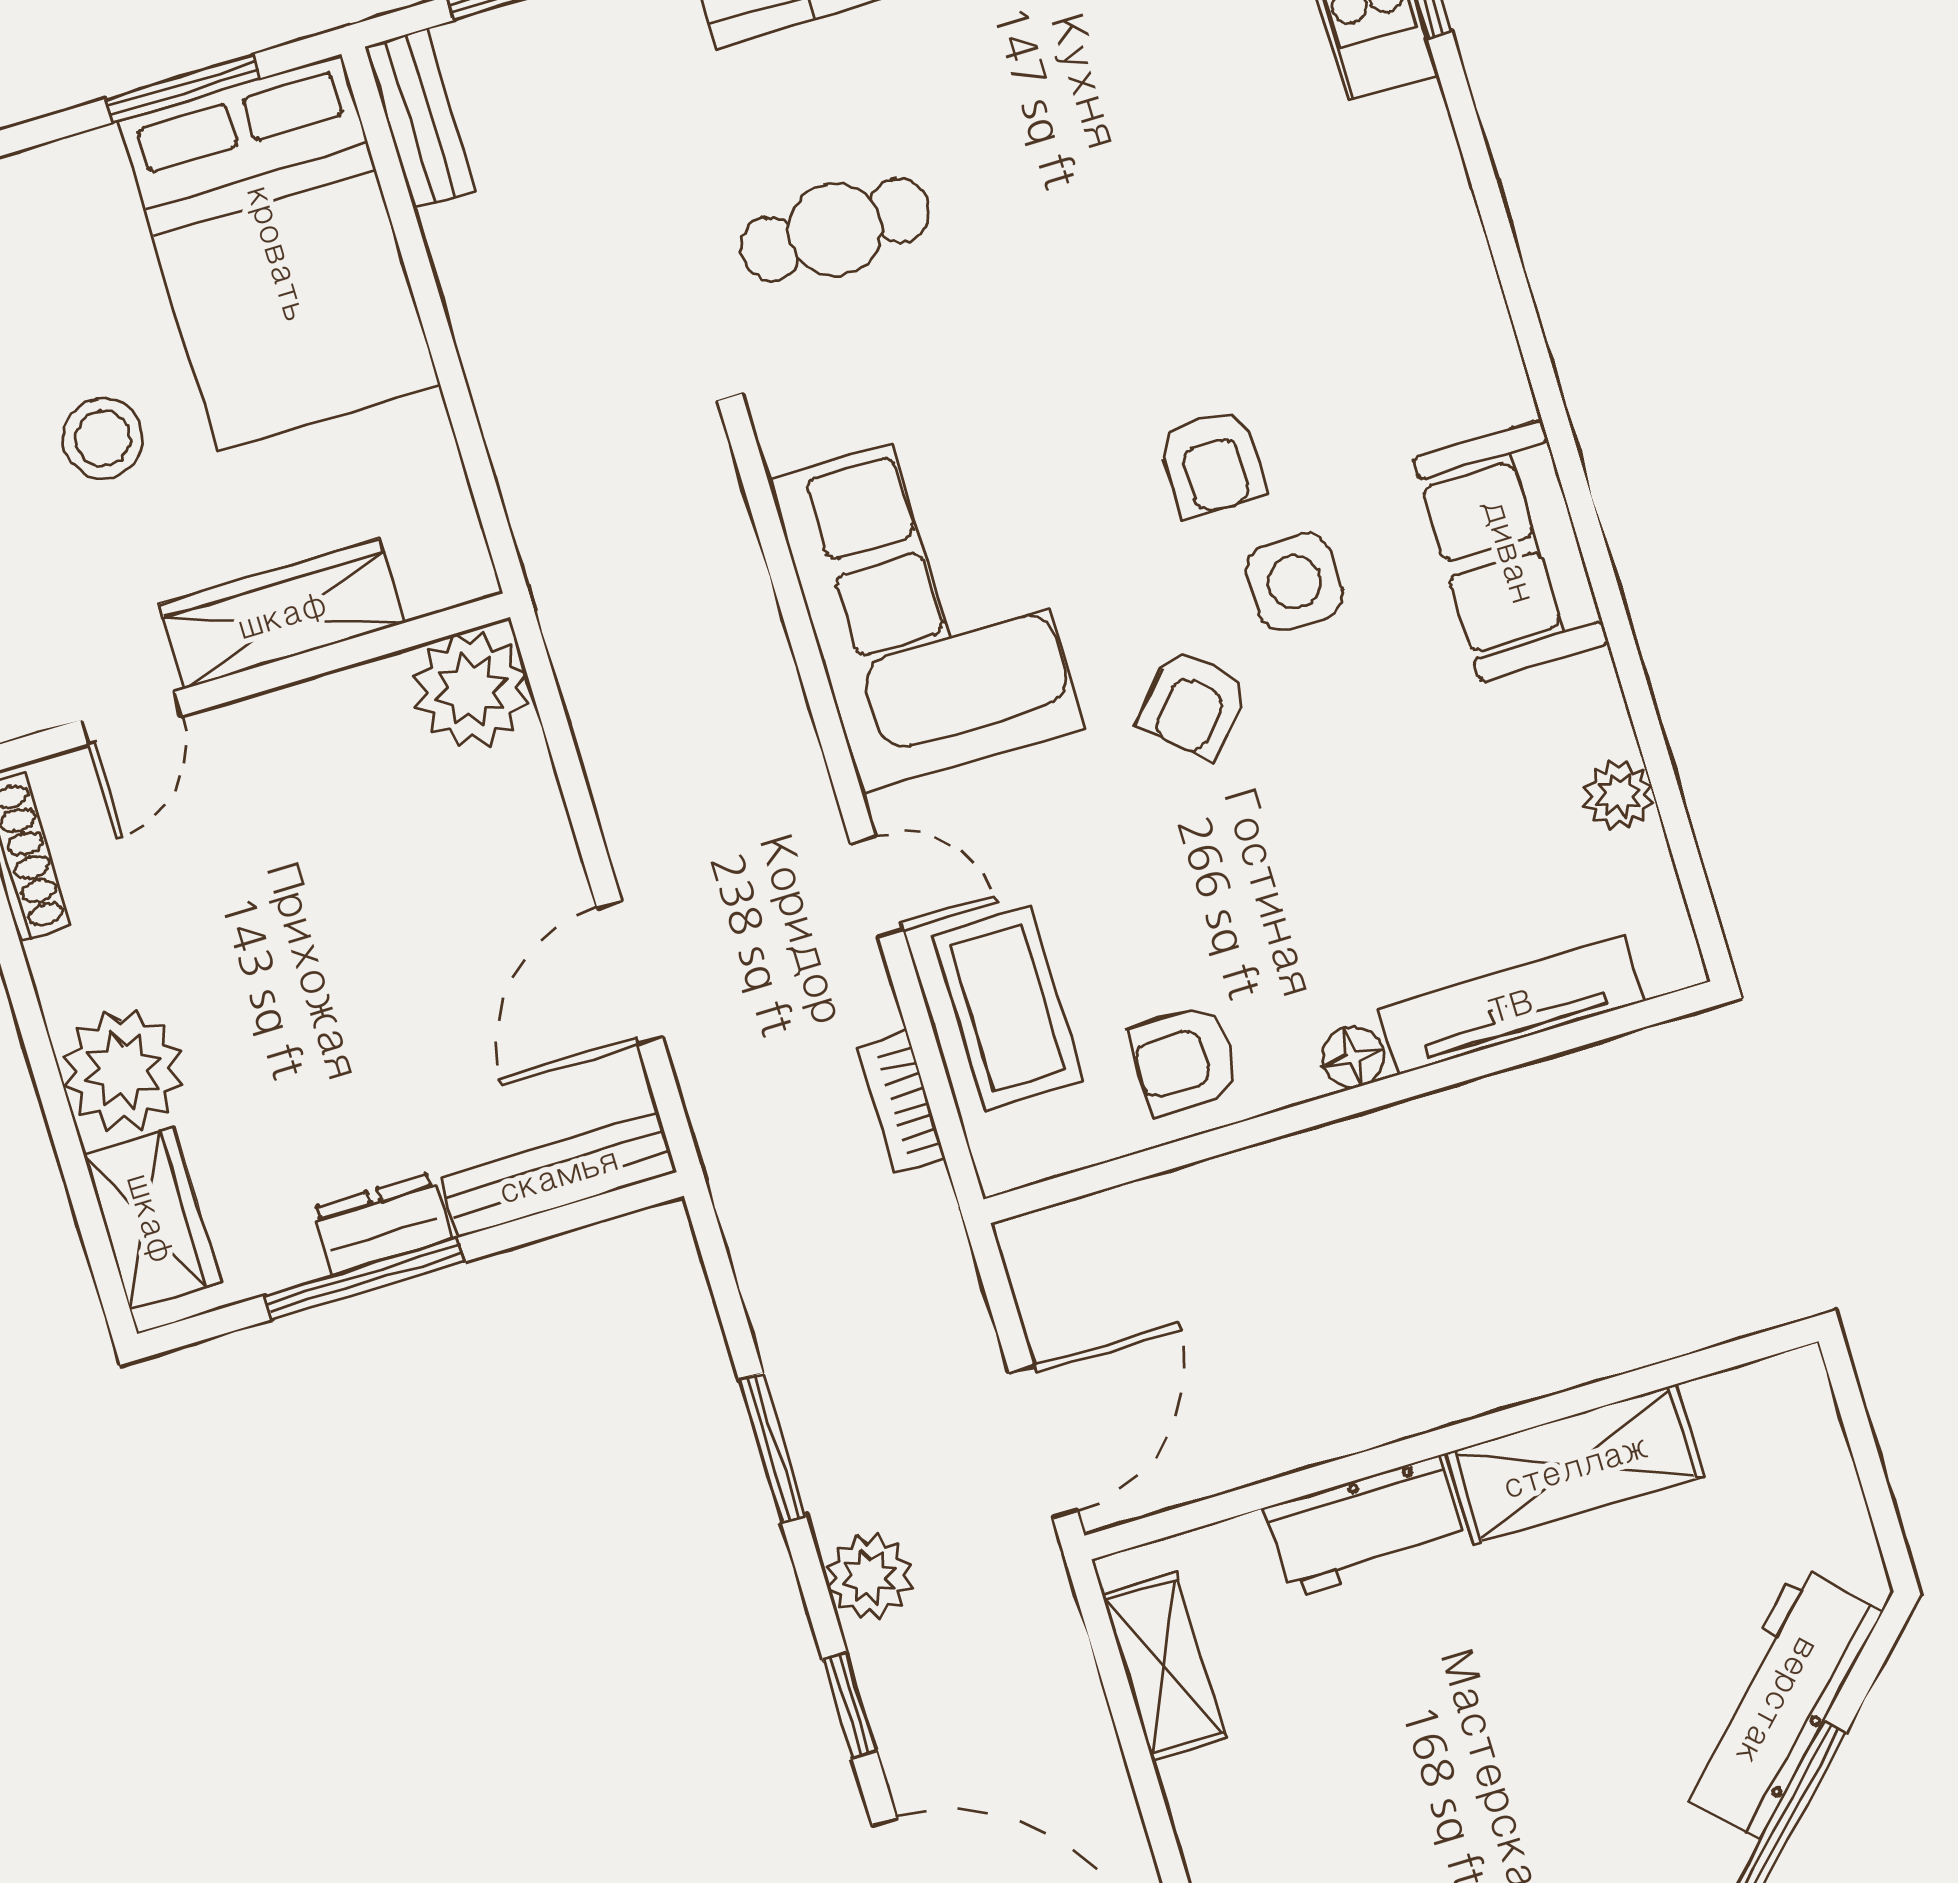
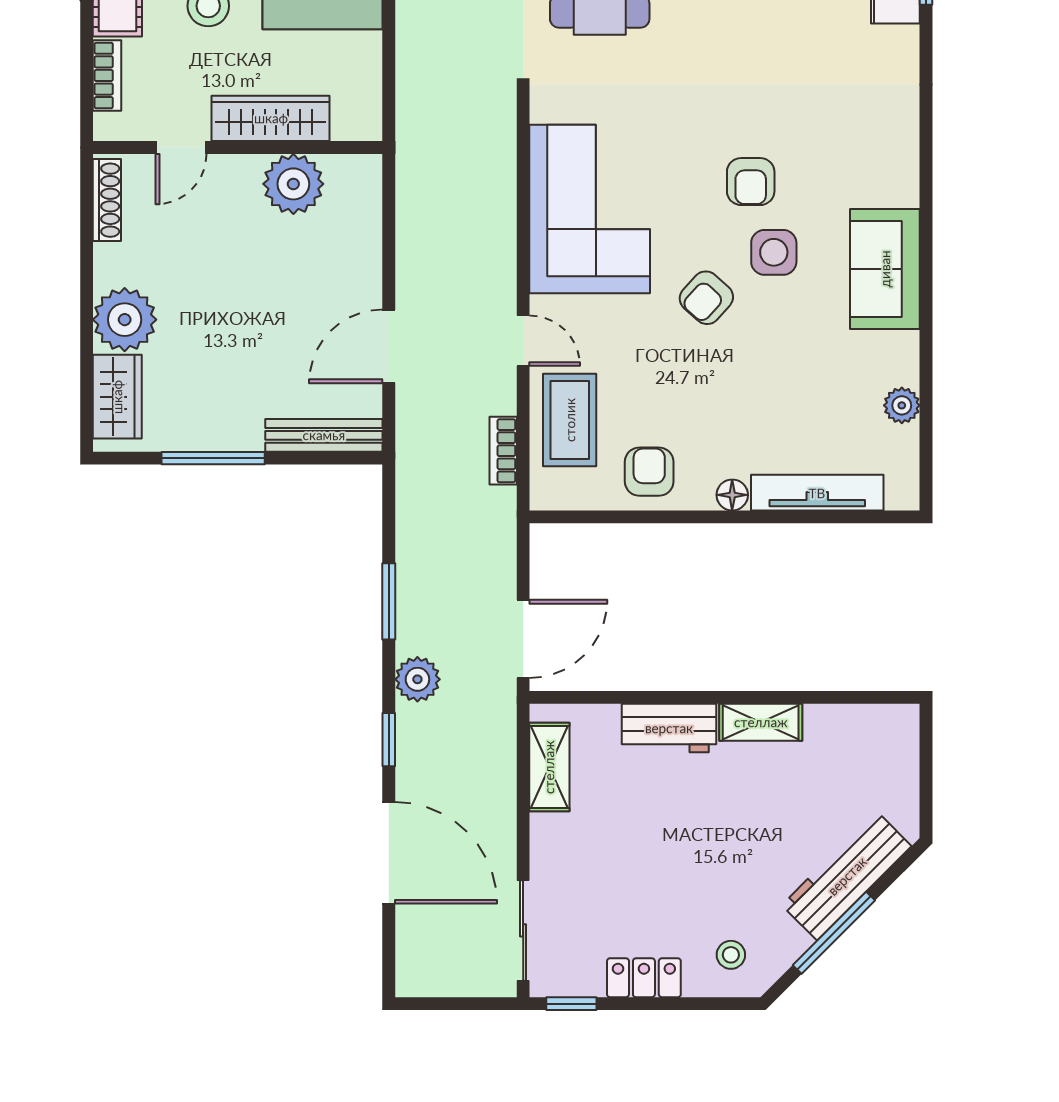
plant: (471, 690) -> (293, 184), moved
armchair: (1185, 1060) -> (649, 472), turned 90
dresser: (382, 1224) -> (230, 434), removed
shelving: (1575, 1465) -> (761, 722), width x0.67, depth x0.75

